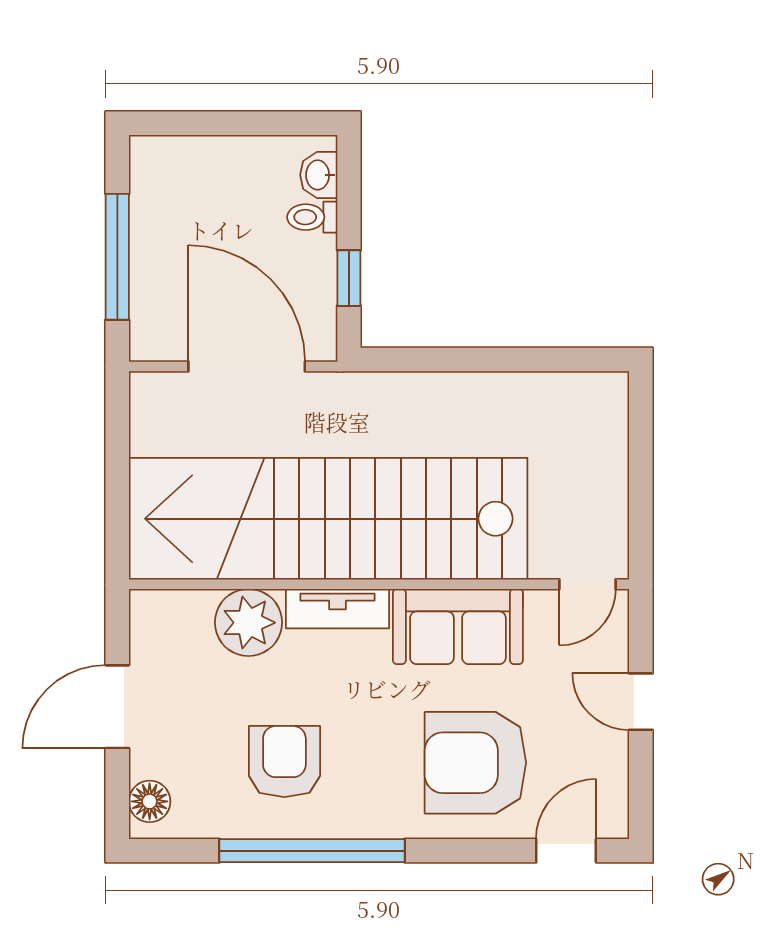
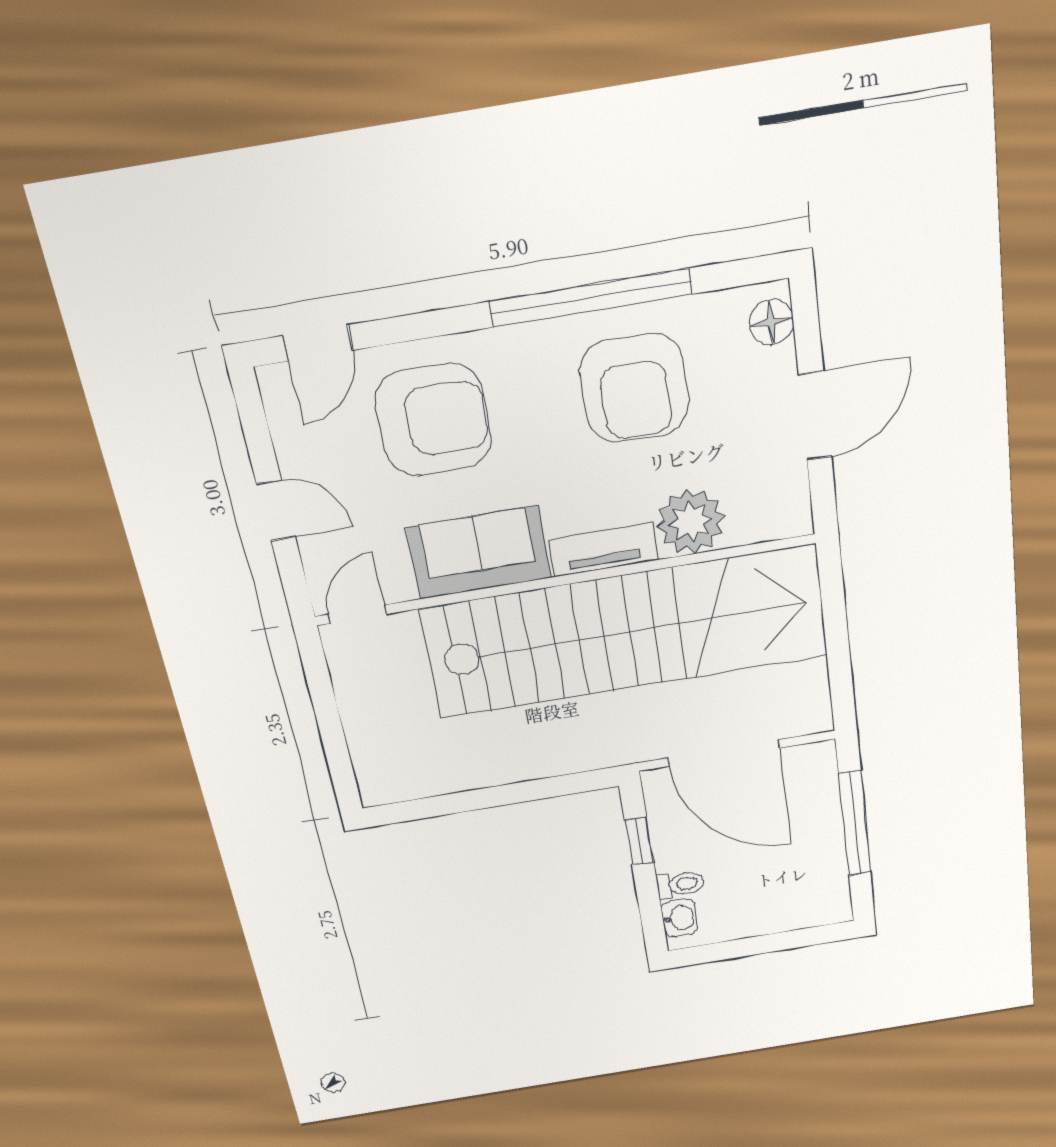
armchair: (284, 762) -> (634, 388), width x1.36, depth x1.36

